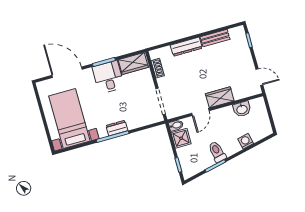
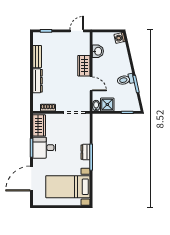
washing machine: (246, 141) -> (120, 38), moved

